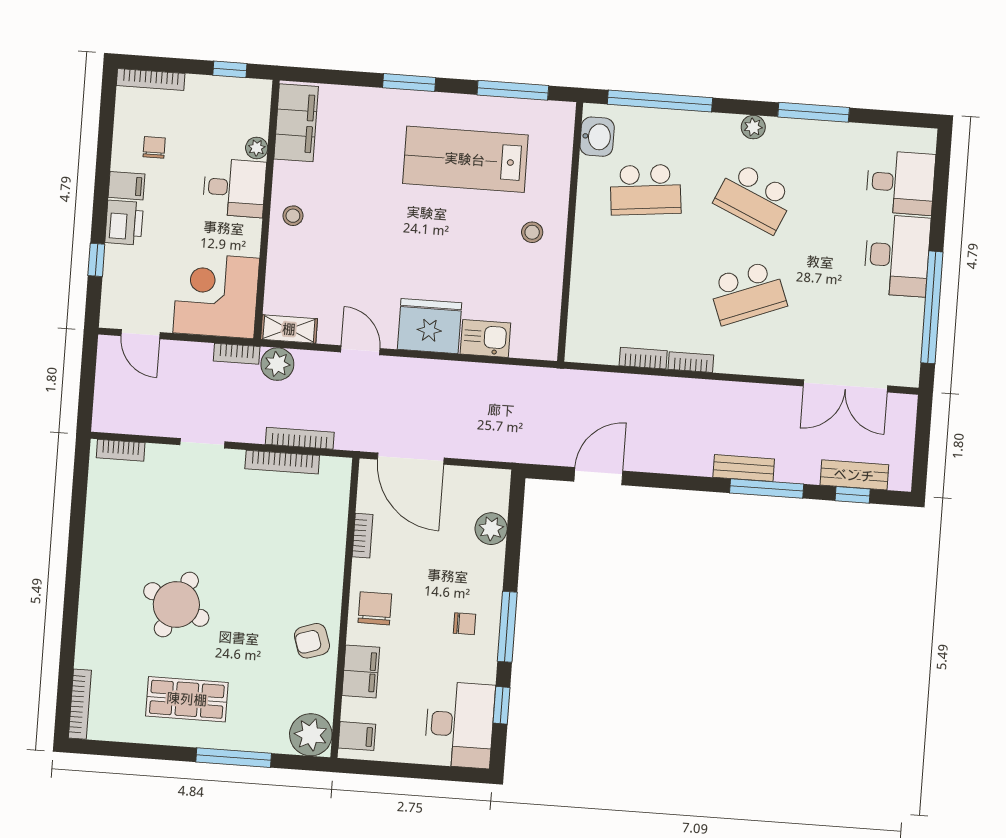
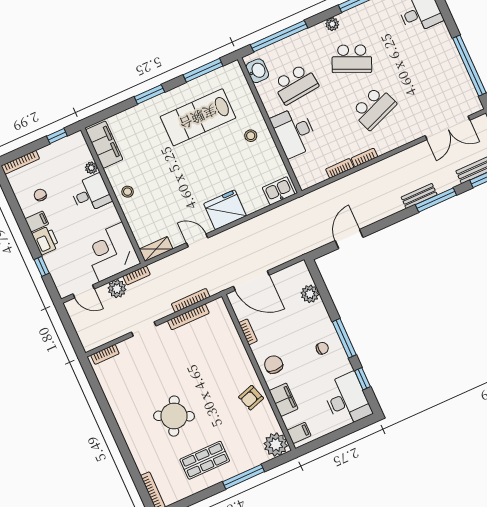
desk: (897, 255) -> (294, 132), moved, turned 180
kitchen sink: (485, 338) -> (279, 191), moved
plant: (277, 364) -> (117, 289), moved

